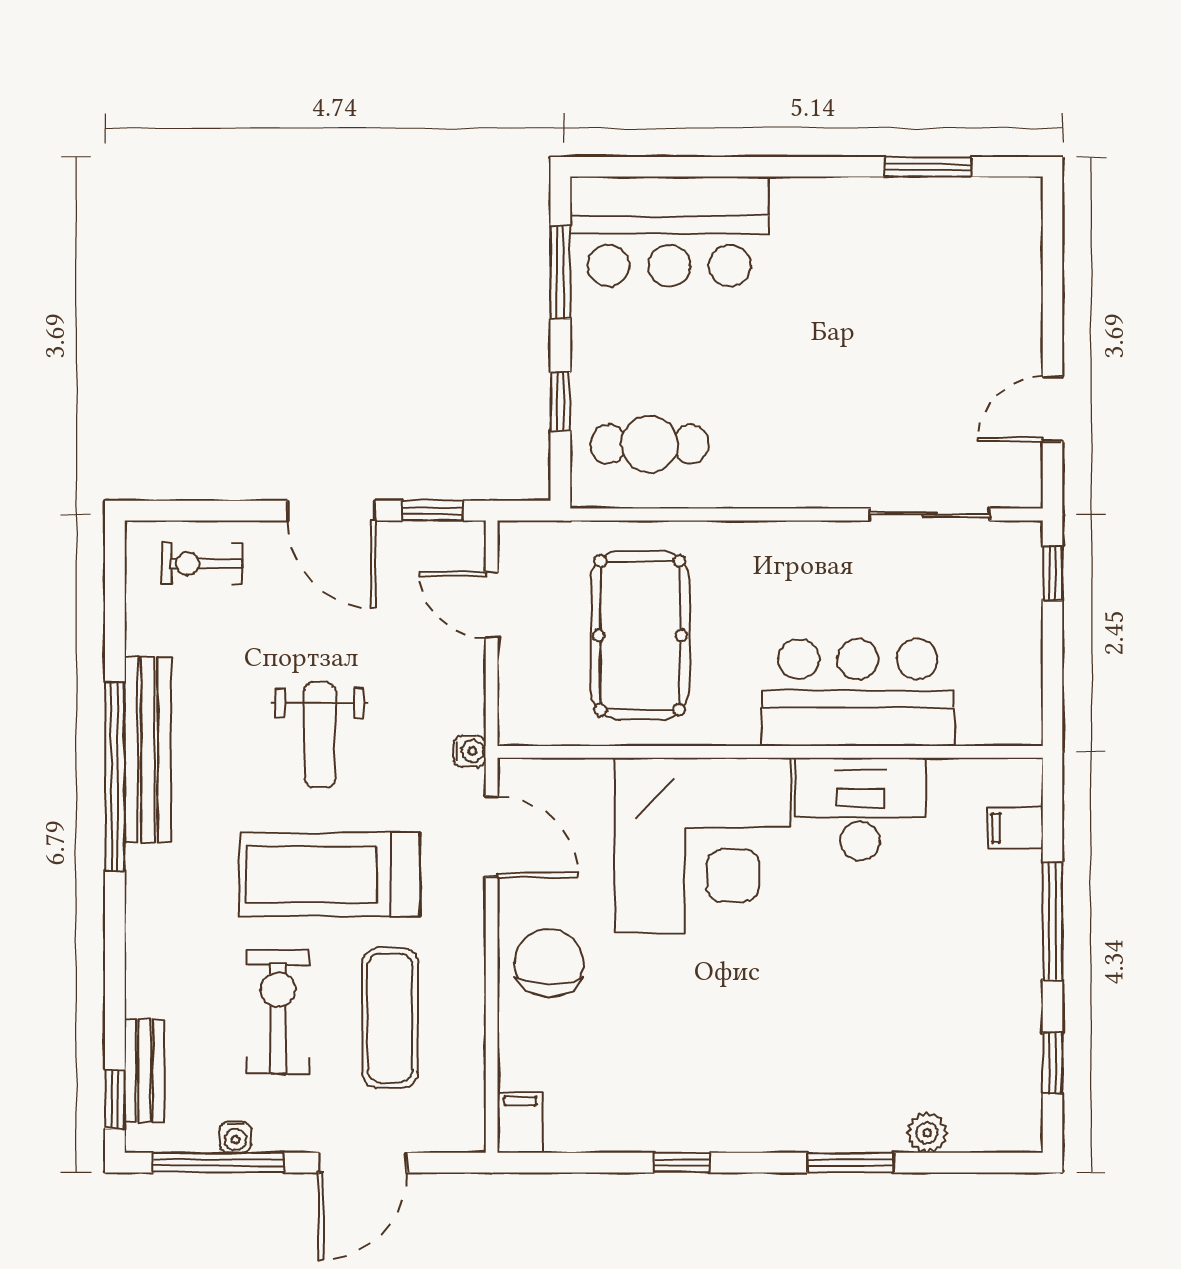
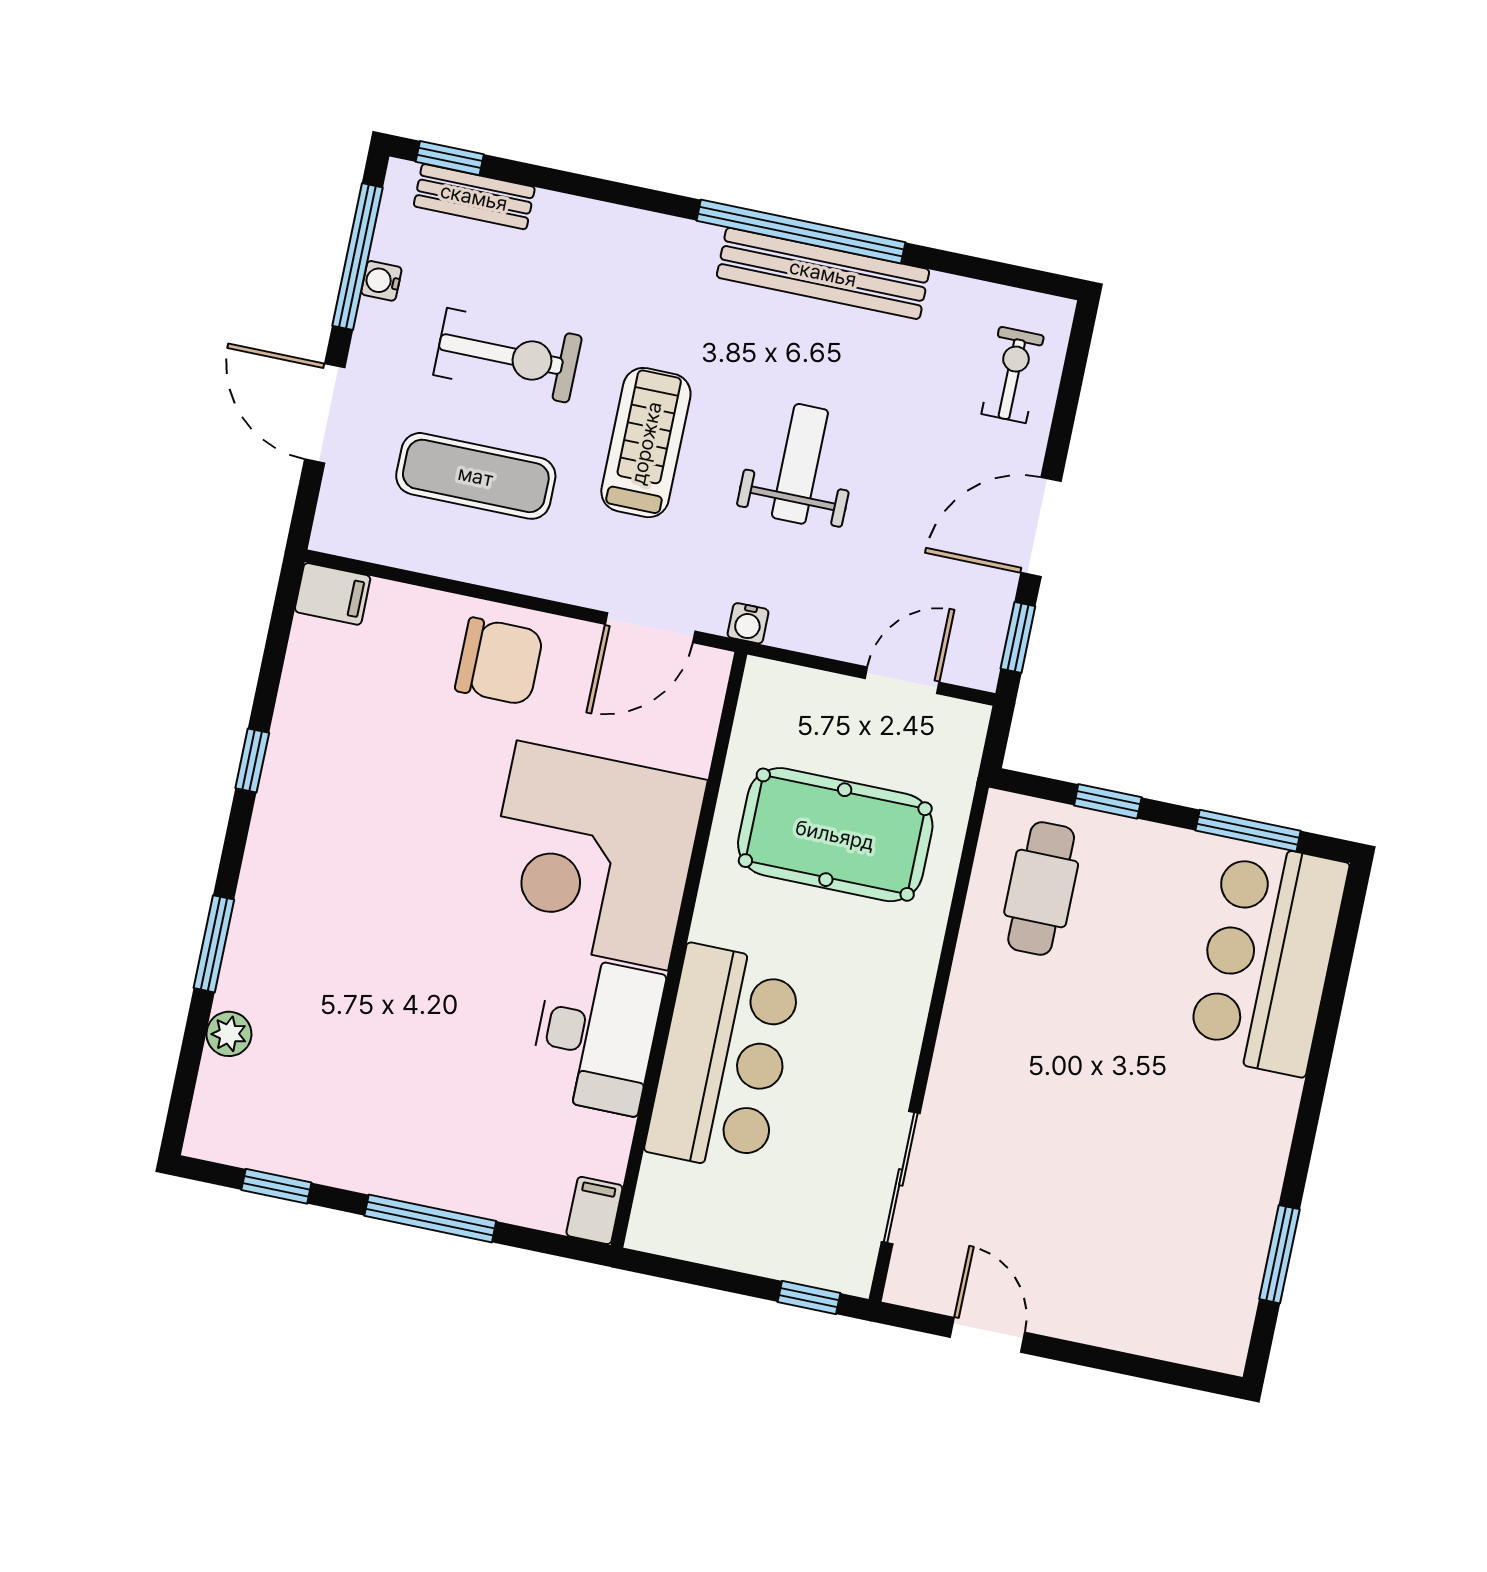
weight bench: (320, 735) -> (800, 464), turned 90
filing cabinet: (1015, 828) -> (594, 1210), moved
treadmill: (329, 874) -> (646, 443), width x0.73, depth x0.73

